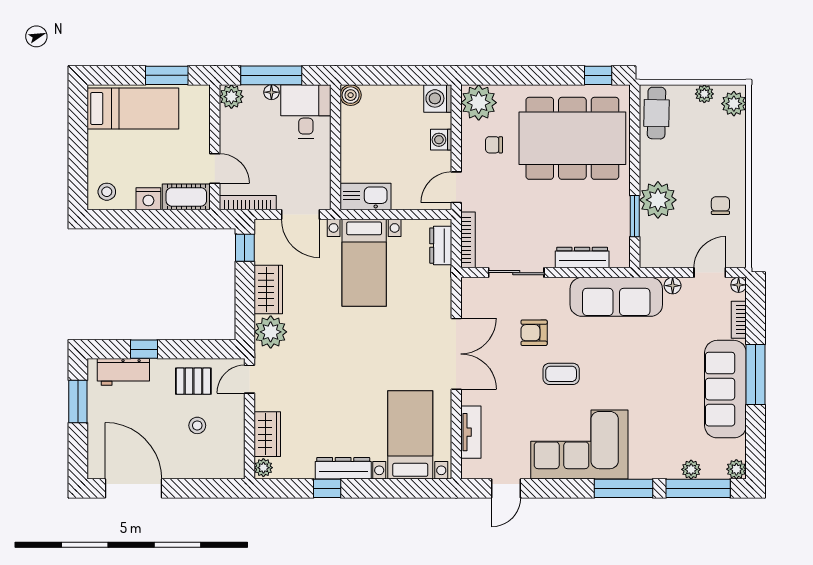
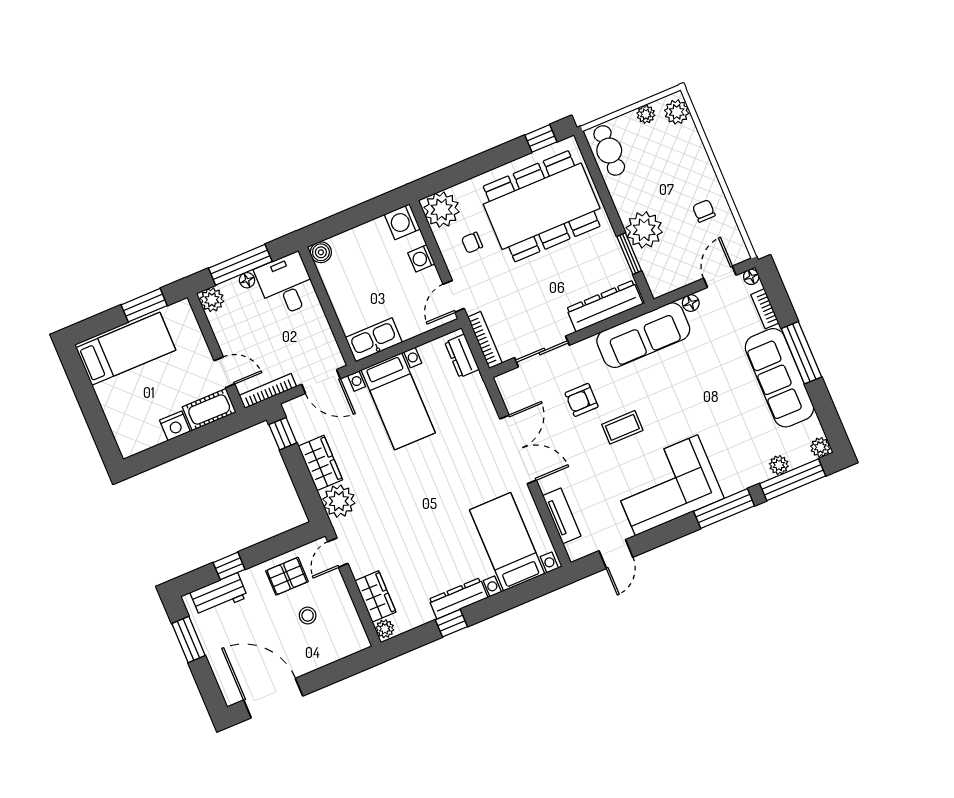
stool: (107, 192) -> (134, 435), removed
dresser: (582, 258) -> (605, 306), width x1.37, depth x1.24

